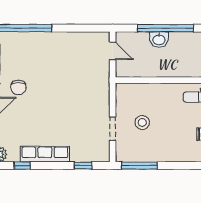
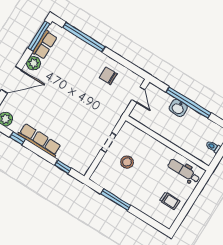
chair: (18, 87) -> (108, 76), moved, turned 90
doorway: (113, 129) -> (109, 143), moved
window: (140, 166) -> (116, 200), moved

